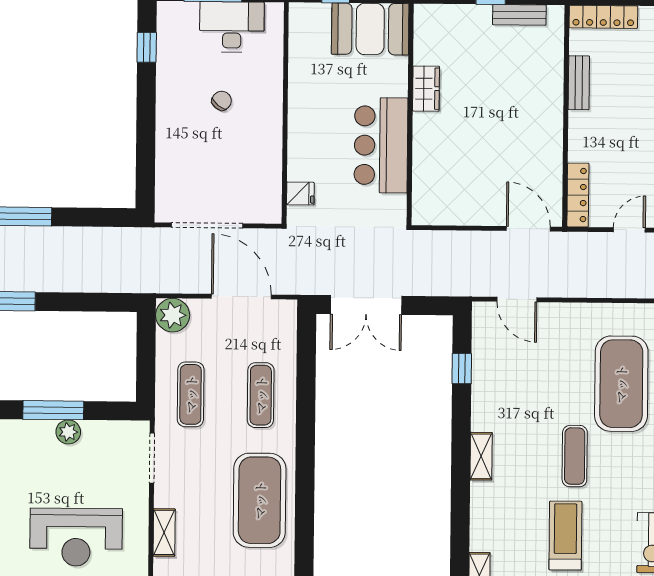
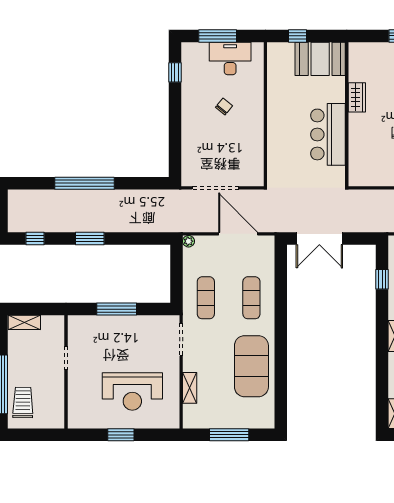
fridge: (300, 194) -> (276, 166), removed
plant: (173, 315) -> (188, 241), width x0.53, depth x0.53
plant: (68, 432) -> (127, 323), removed

